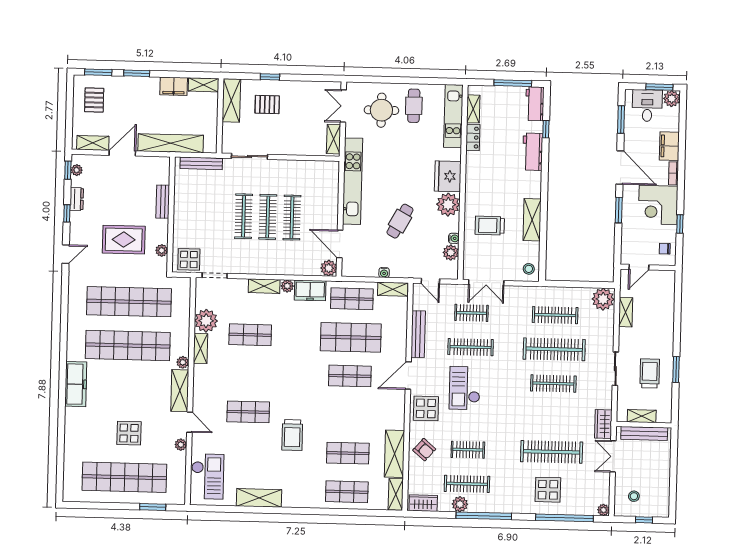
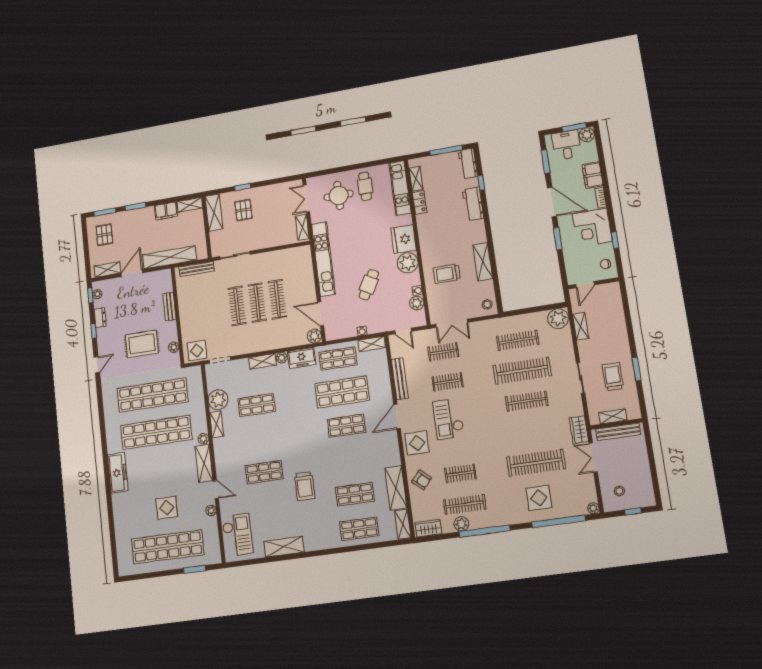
pallet: (267, 104) -> (244, 210), turned 90
clothes rail: (471, 347) -> (448, 382), width x0.73

